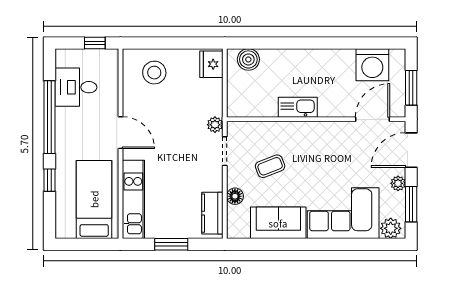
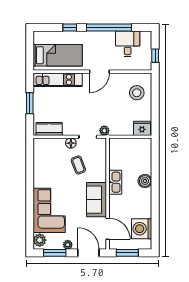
boiler: (248, 59) -> (145, 181), moved
floor lamp: (235, 196) -> (71, 143), moved
sofa: (278, 223) -> (96, 200), moved, turned 180

